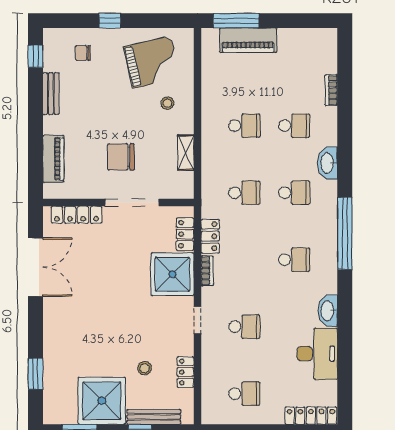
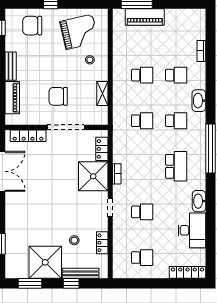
chair: (83, 53) -> (32, 26), width x1.87, depth x1.87
bench: (51, 94) -> (11, 66), moved
locker: (210, 236) -> (119, 150), removed
school desk: (294, 260) -> (176, 166), width x1.85

